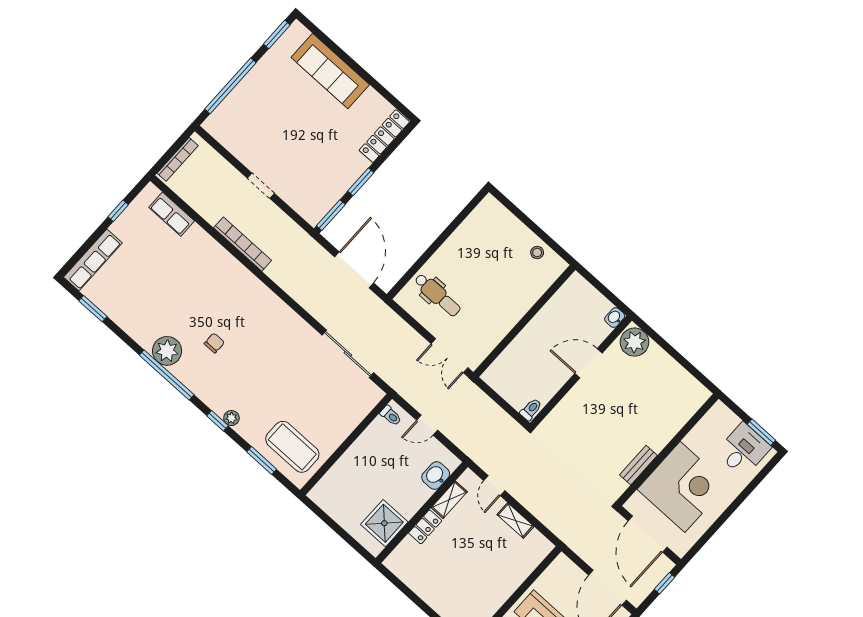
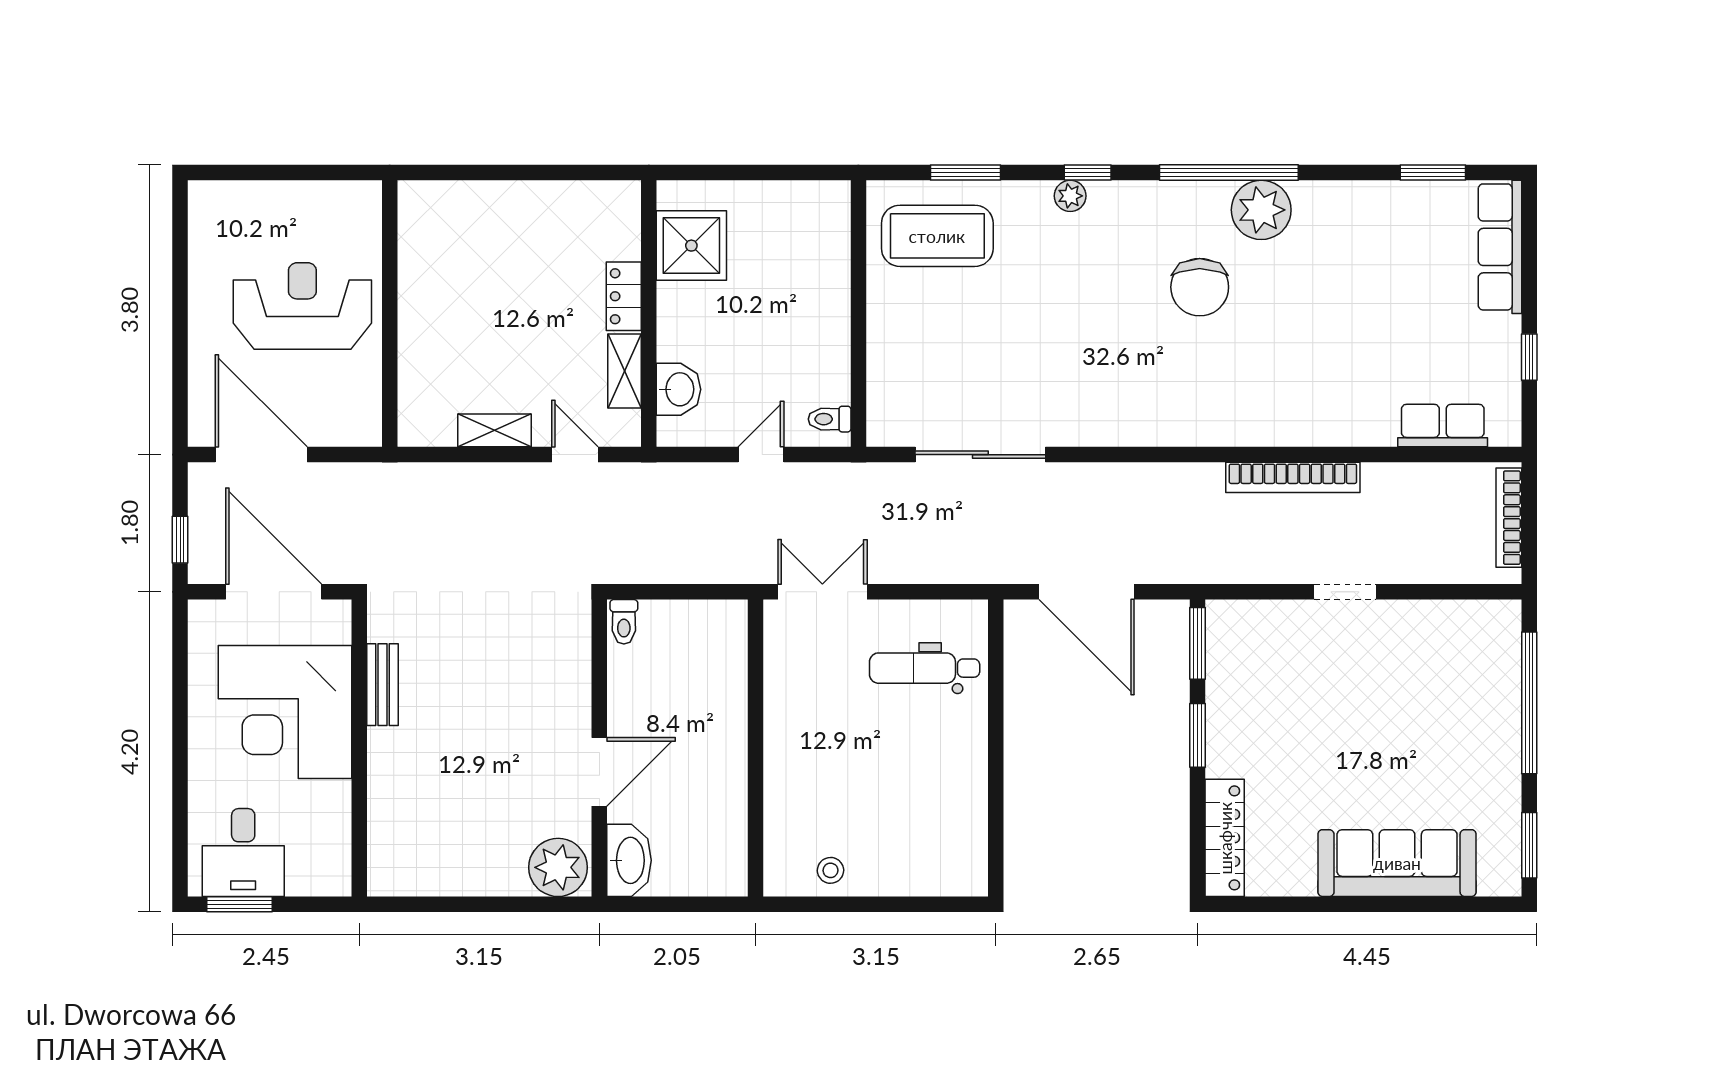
washbasin: (615, 318) -> (629, 860), width x1.91, depth x1.45
chair: (214, 343) -> (1200, 287), width x1.87, depth x1.87

